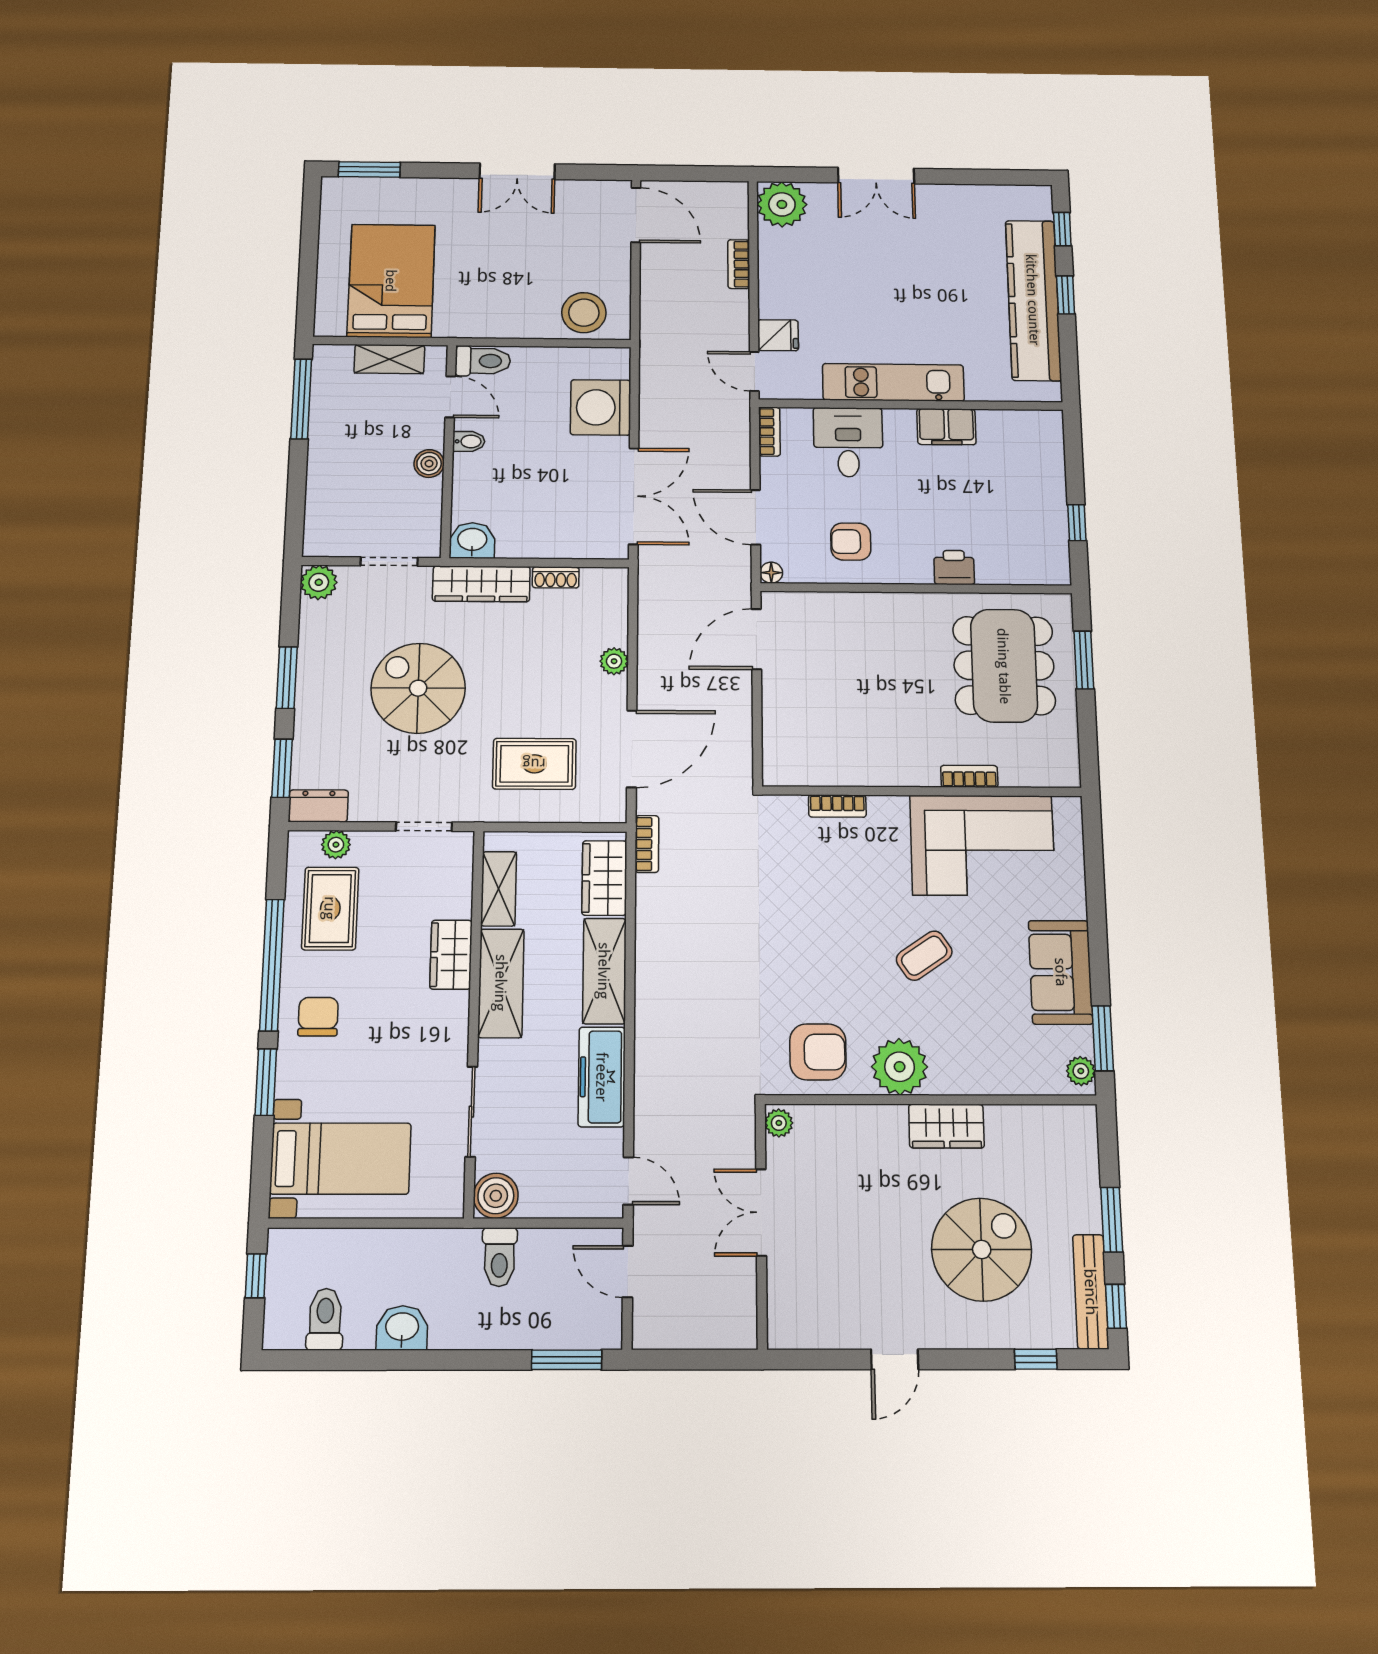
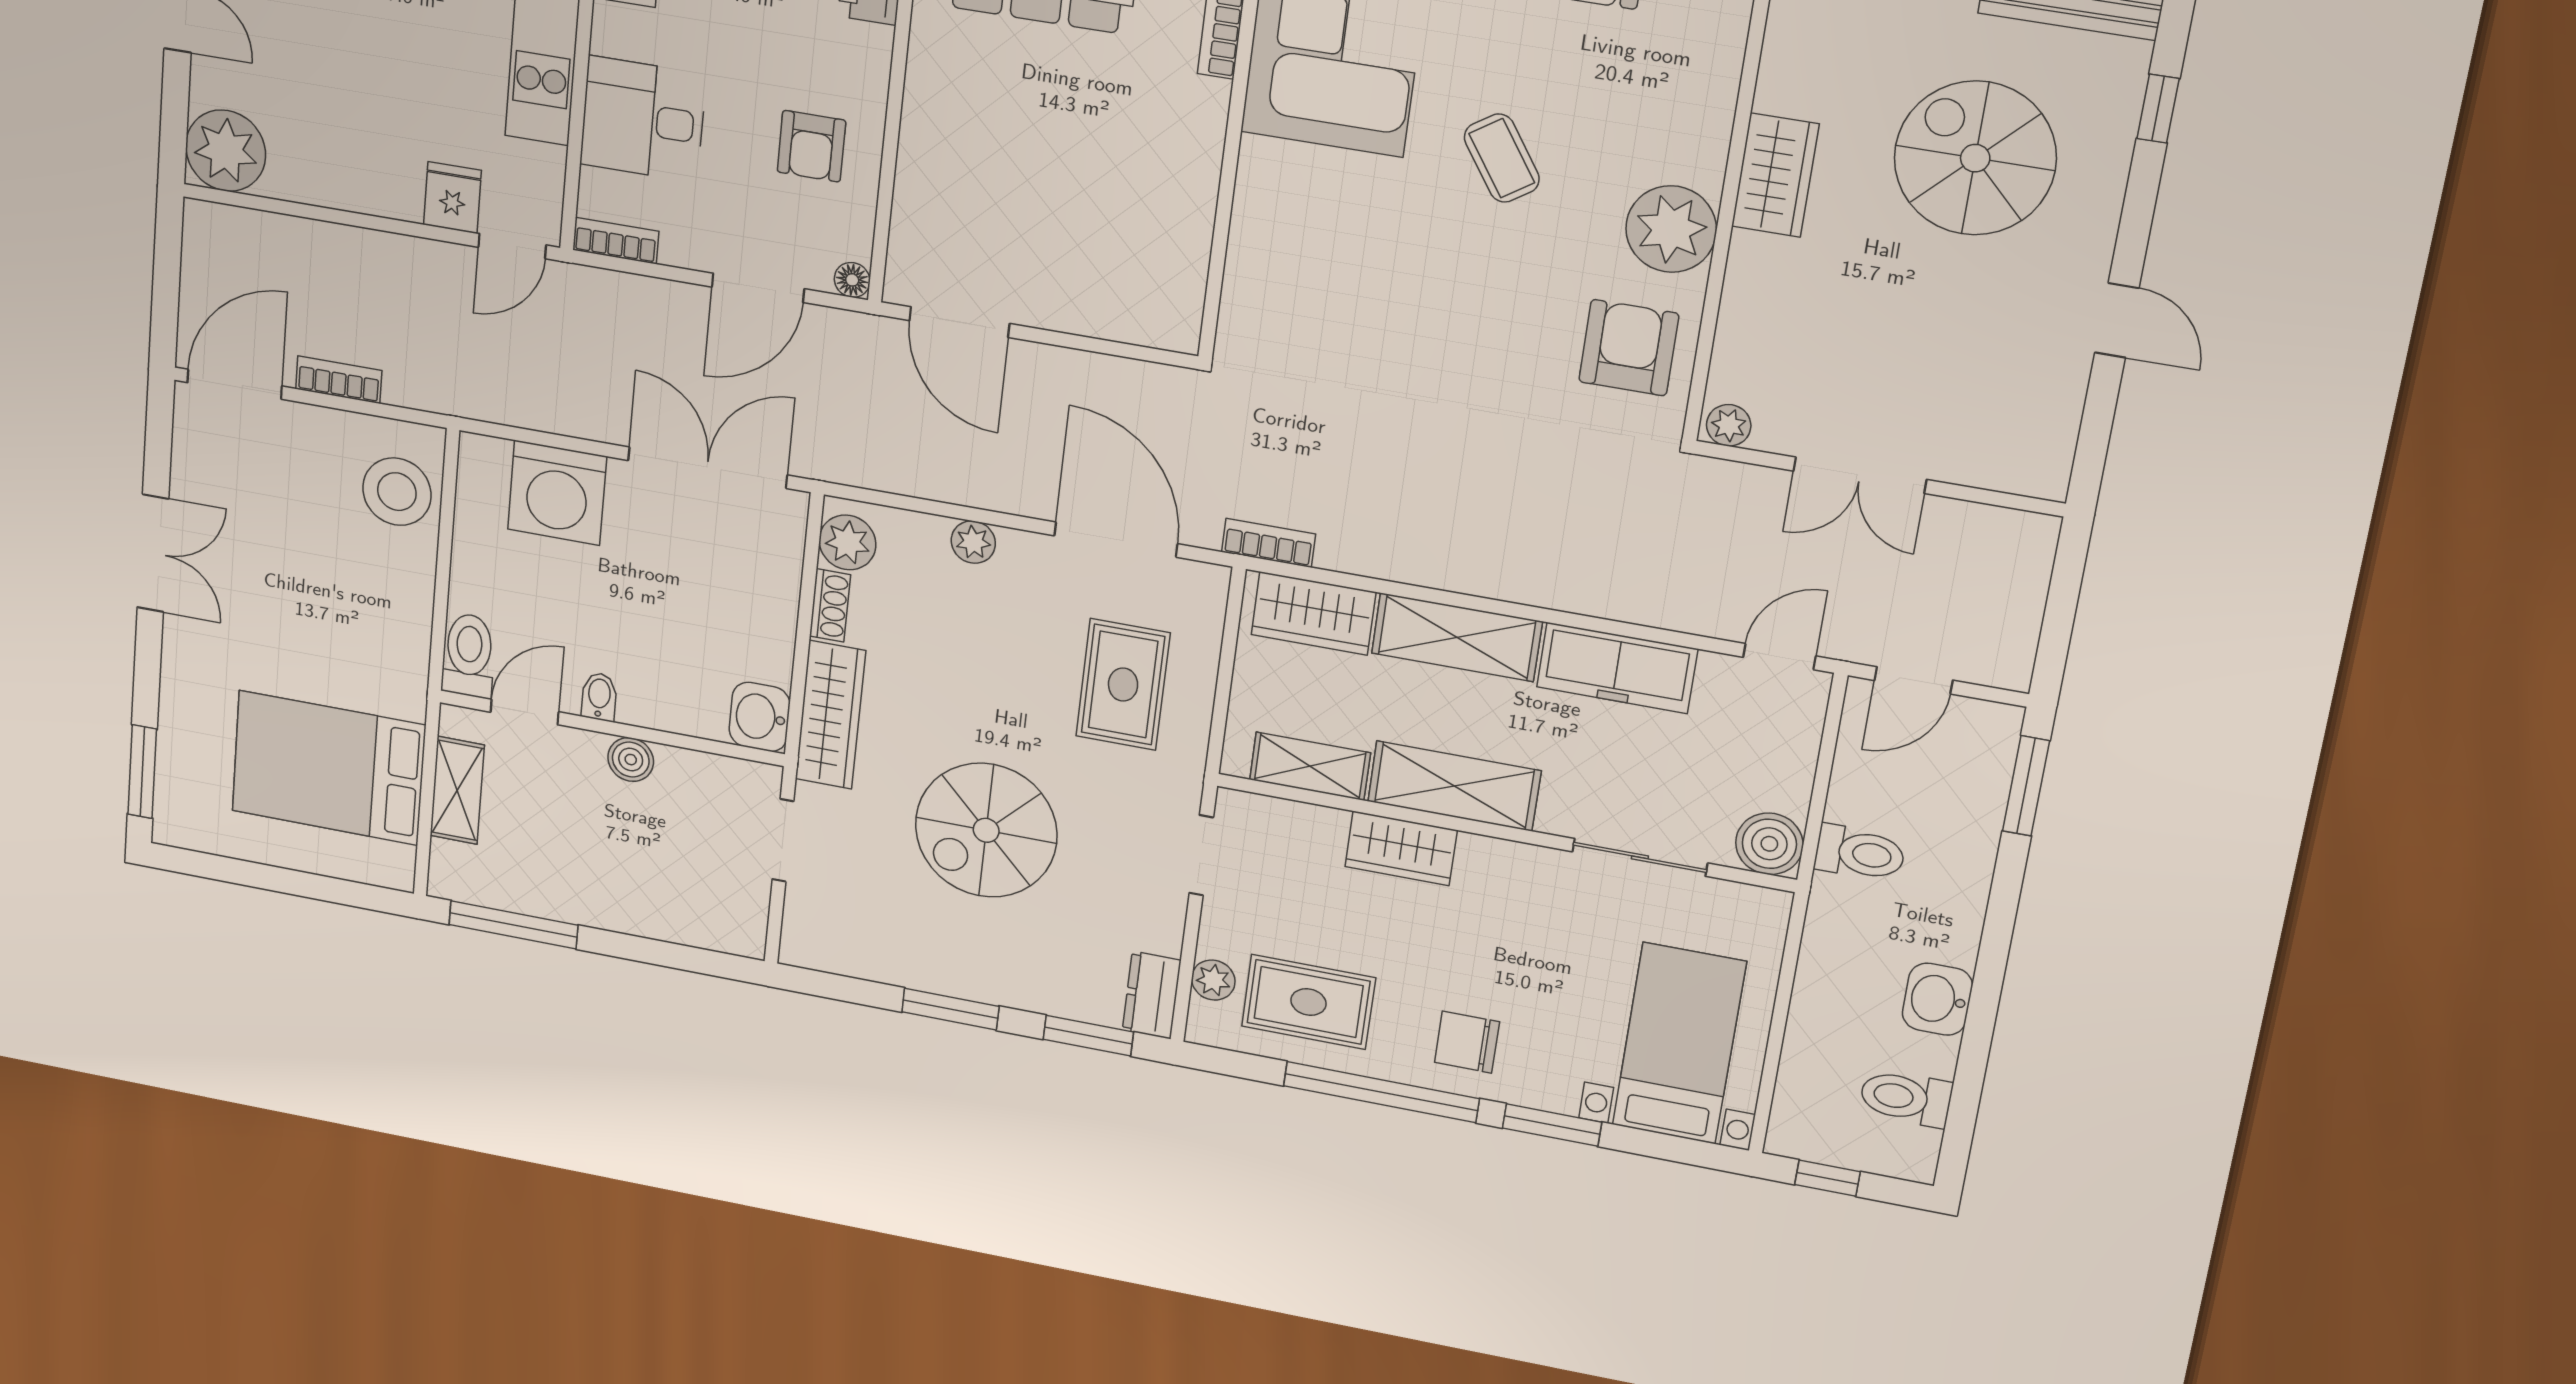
bookcase: (739, 264) -> (339, 380), moved, turned 180
plant: (319, 582) -> (847, 542), moved
bookcase: (837, 806) -> (1244, 247), removed

